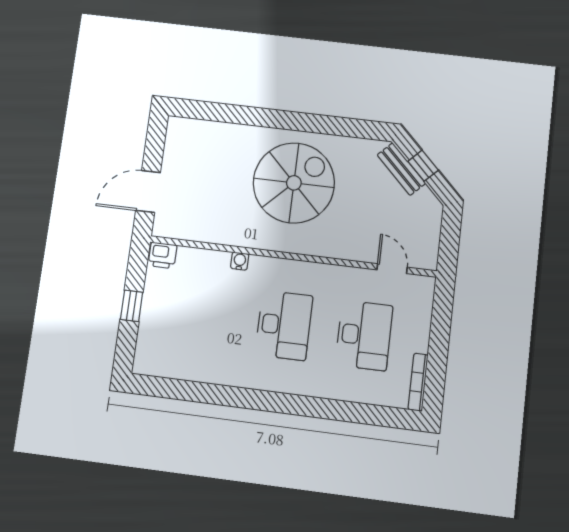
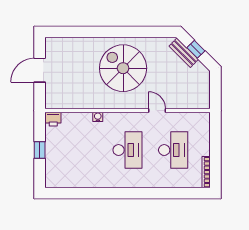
spiral stairs: (294, 183) -> (123, 68), turned -90
door: (148, 191) -> (40, 70), moved
door: (392, 269) -> (157, 111), moved

